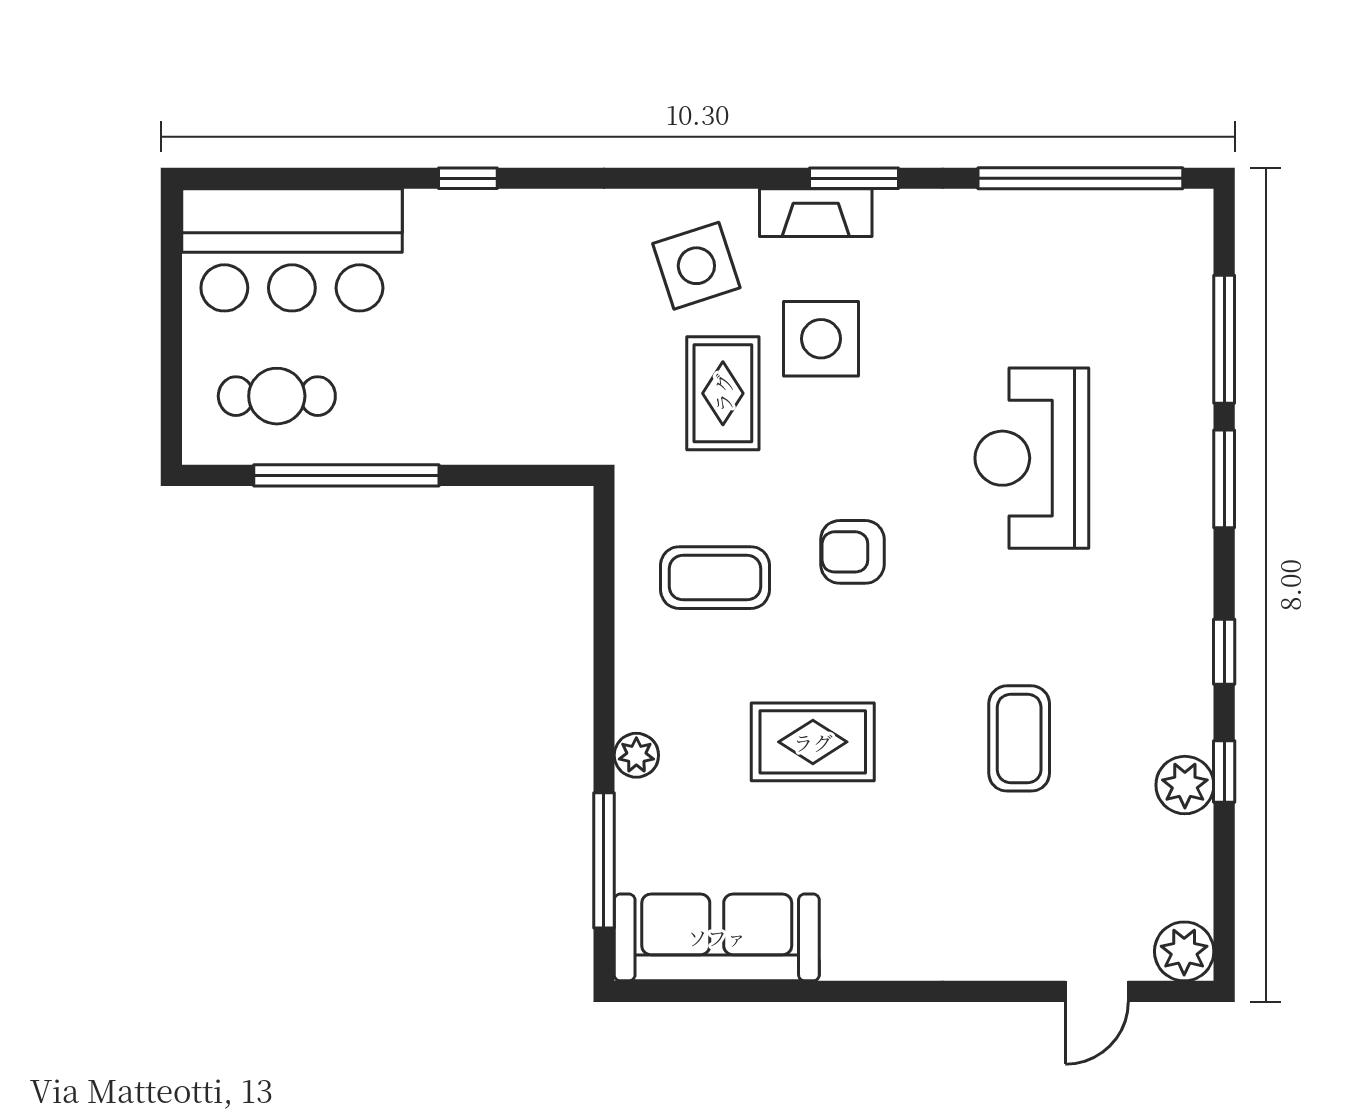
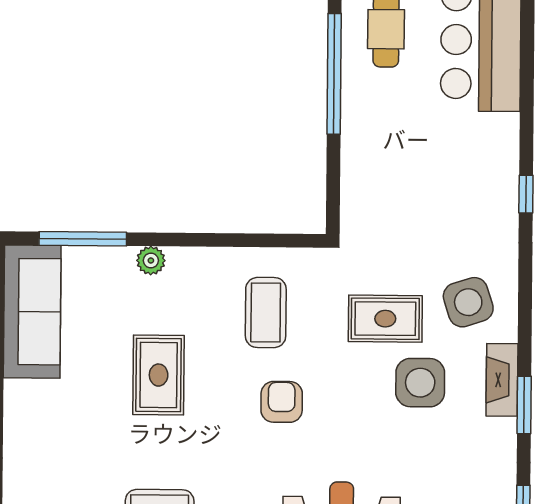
window: (468, 178) -> (526, 194), moved

